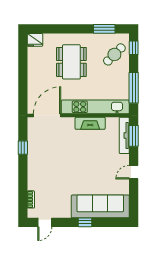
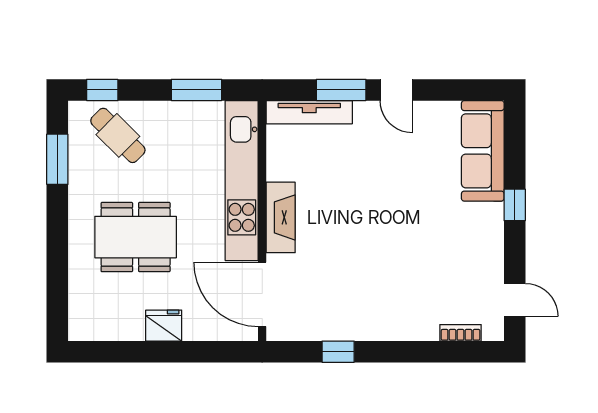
fridge: (35, 40) -> (164, 326), moved, turned -90
window: (134, 88) -> (197, 90), width x0.69
fireplace: (90, 123) -> (281, 217), moved
window: (134, 136) -> (341, 90), moved
sofa: (100, 206) -> (483, 151), width x0.74, depth x0.79

